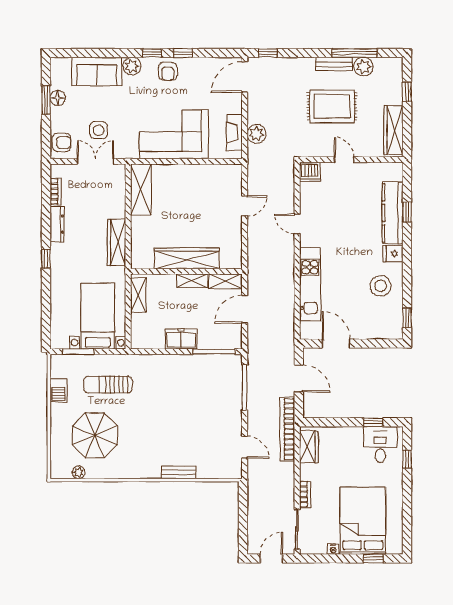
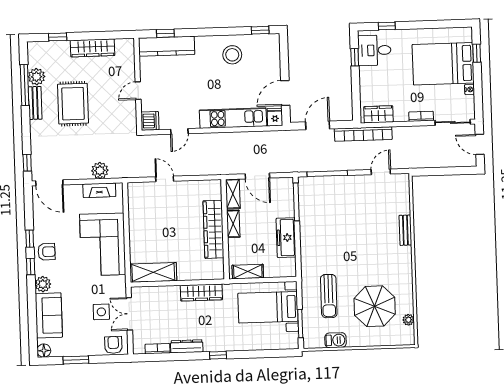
floor lamp: (58, 98) -> (44, 351), moved
door: (344, 160) -> (138, 91), moved
wall: (351, 160) -> (138, 84), moved
dishwasher: (310, 172) -> (150, 121), moved
fridge: (393, 254) -> (275, 117), moved, turned 180
freezer: (181, 339) -> (286, 238), width x1.40

